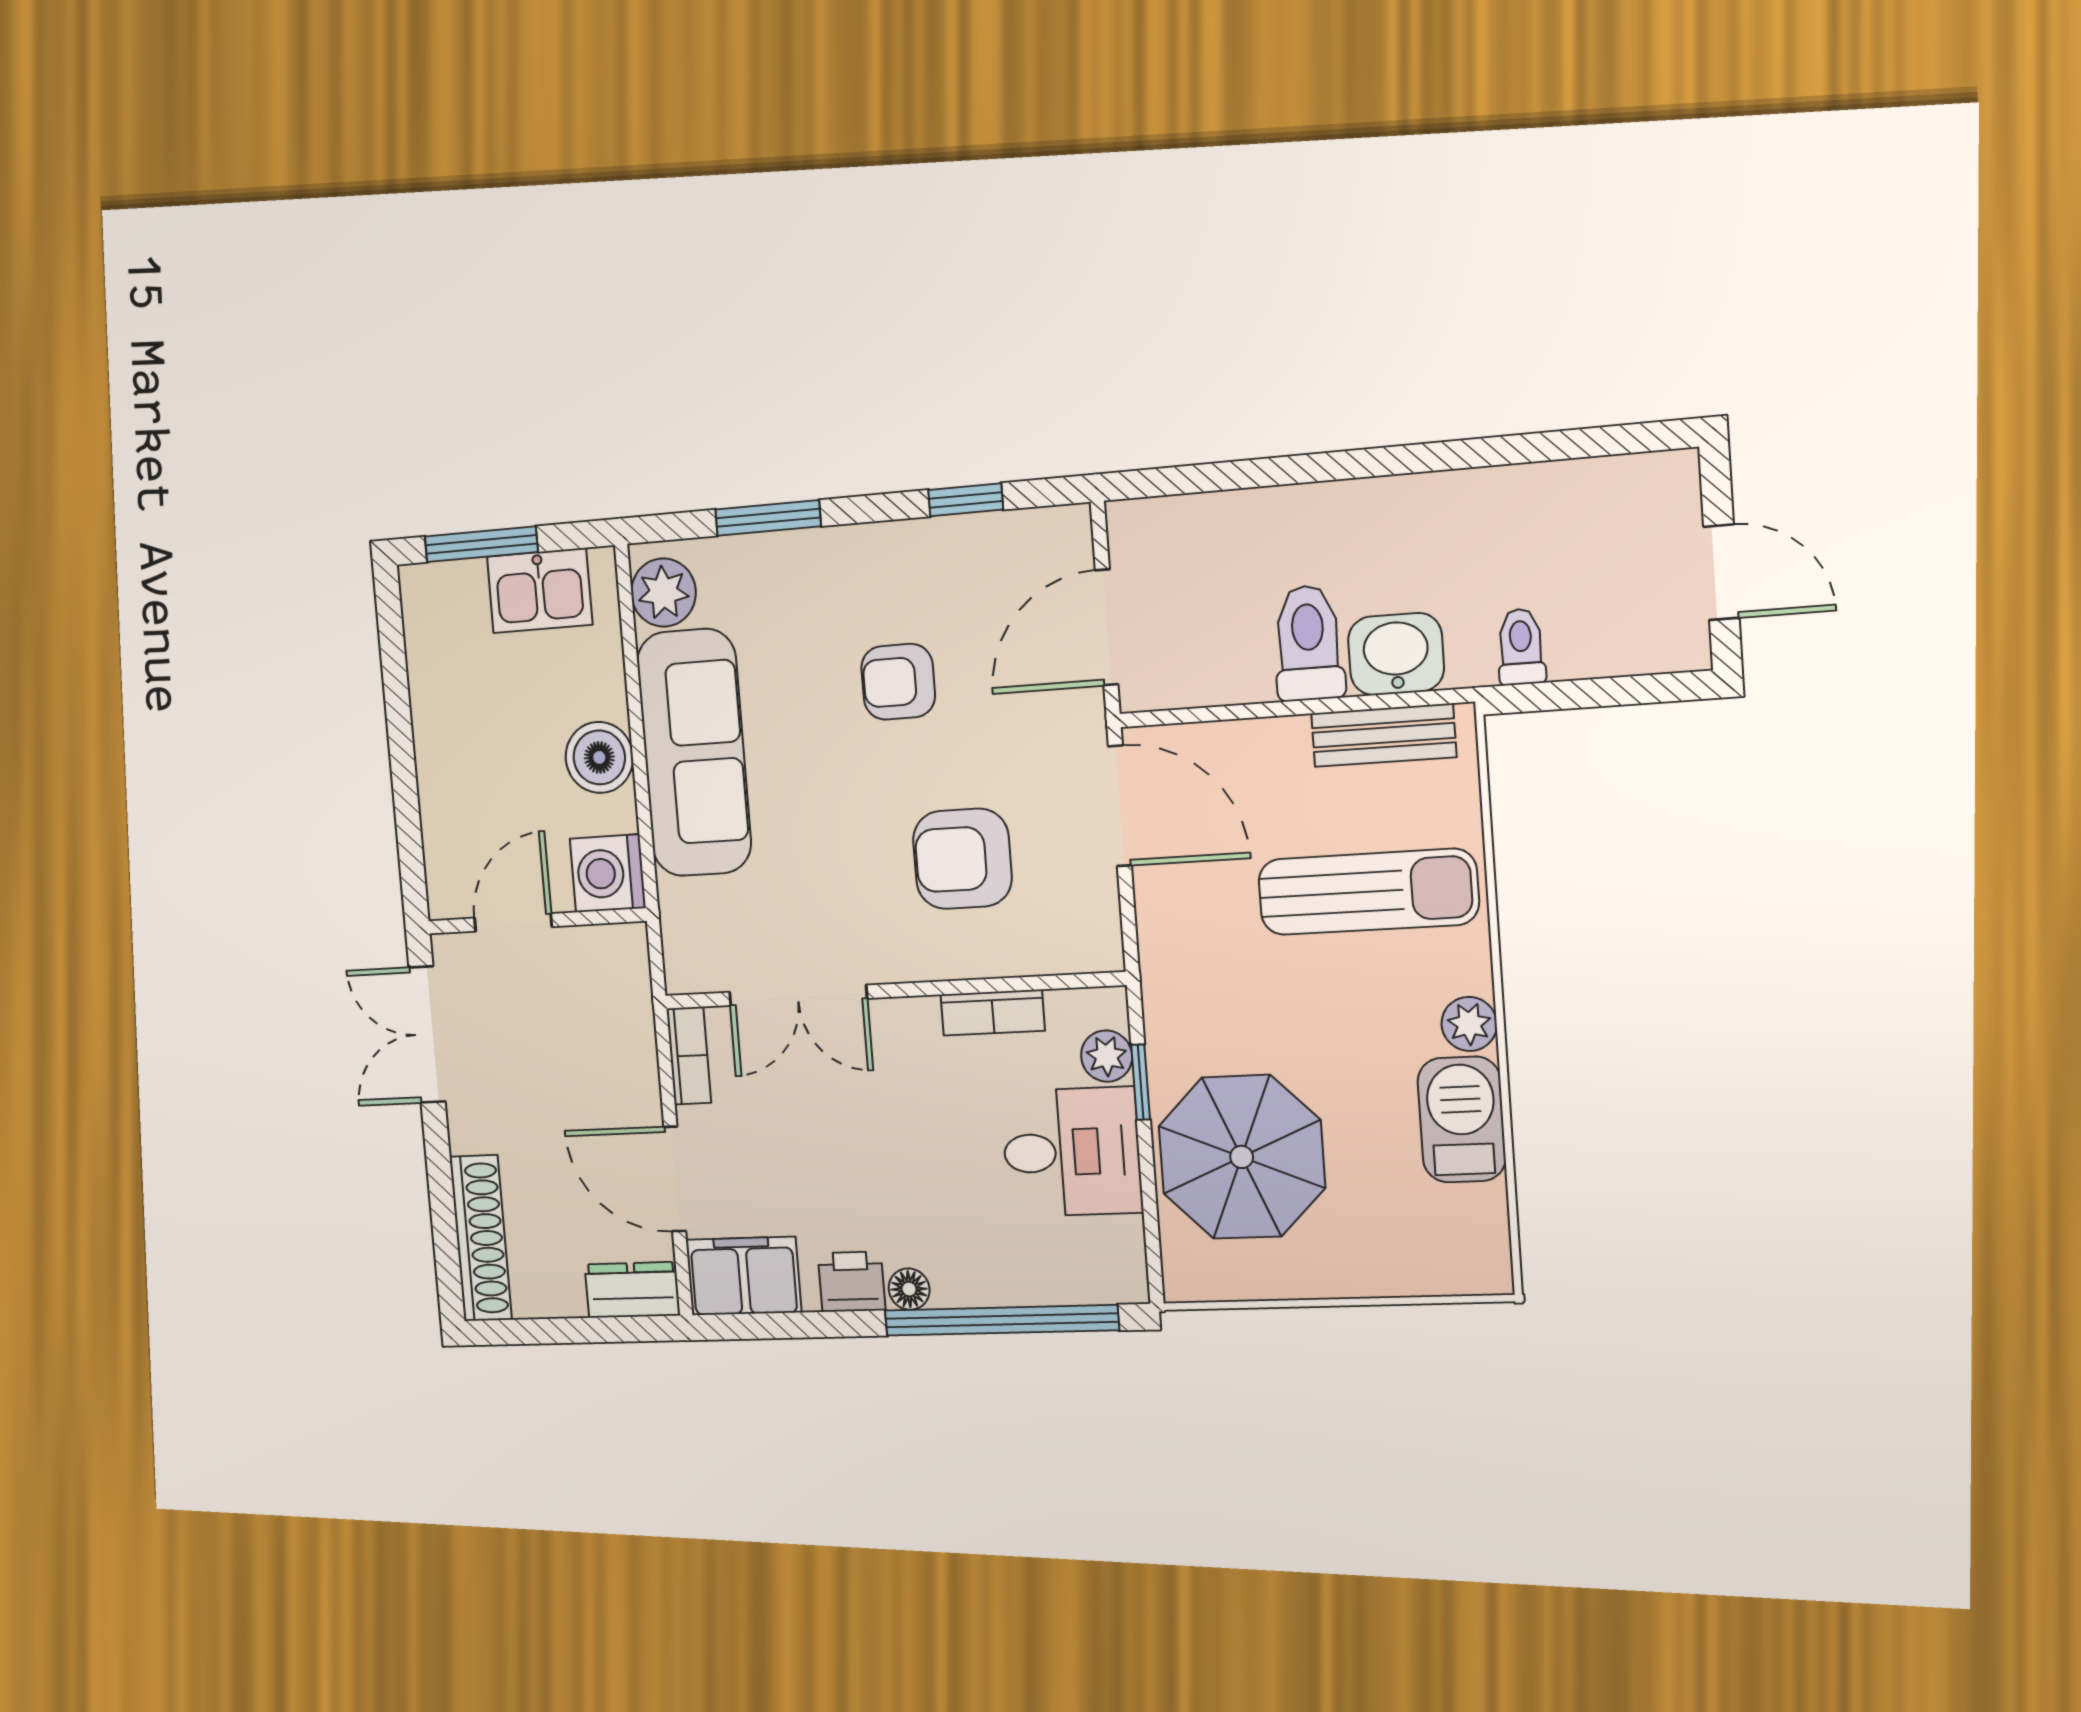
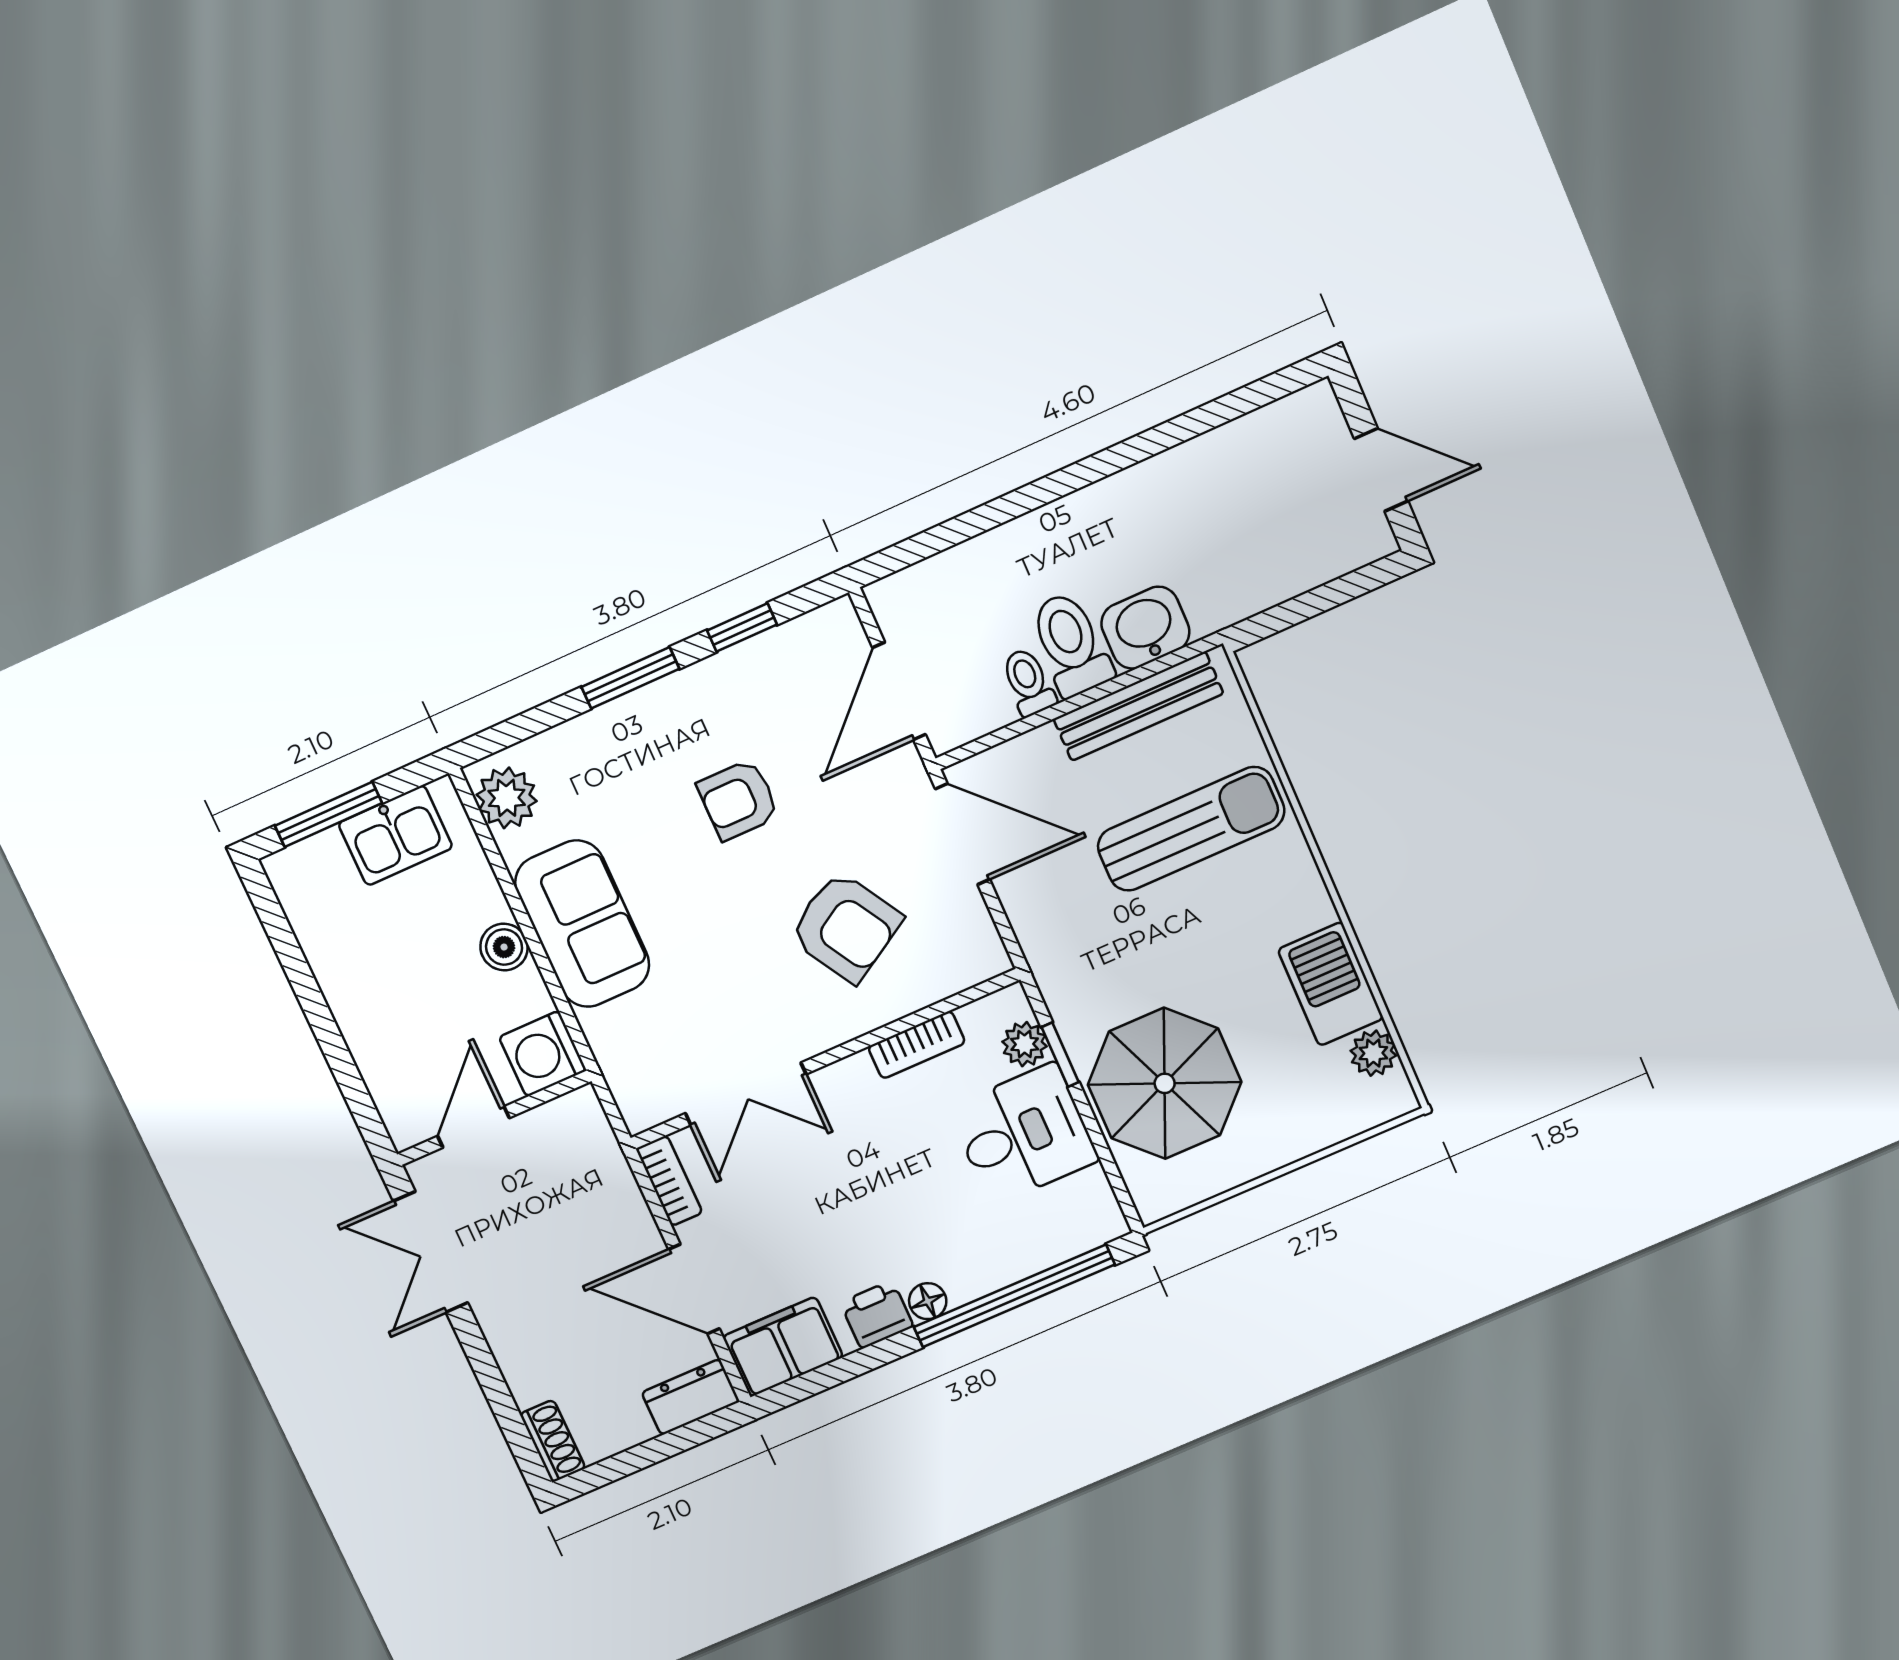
window: (768, 518) -> (630, 678), moved
toilet: (1521, 647) -> (1028, 682), moved
bench: (1384, 735) -> (1138, 706), width x1.36
sofa: (694, 753) -> (582, 924), width x0.73
boiler: (599, 757) -> (504, 947), width x0.73, depth x0.73
armchair: (962, 859) -> (846, 927), turned -121
plant: (1469, 1024) -> (1373, 1053), moved
shoe rack: (481, 1238) -> (553, 1441), width x0.51, depth x0.81

